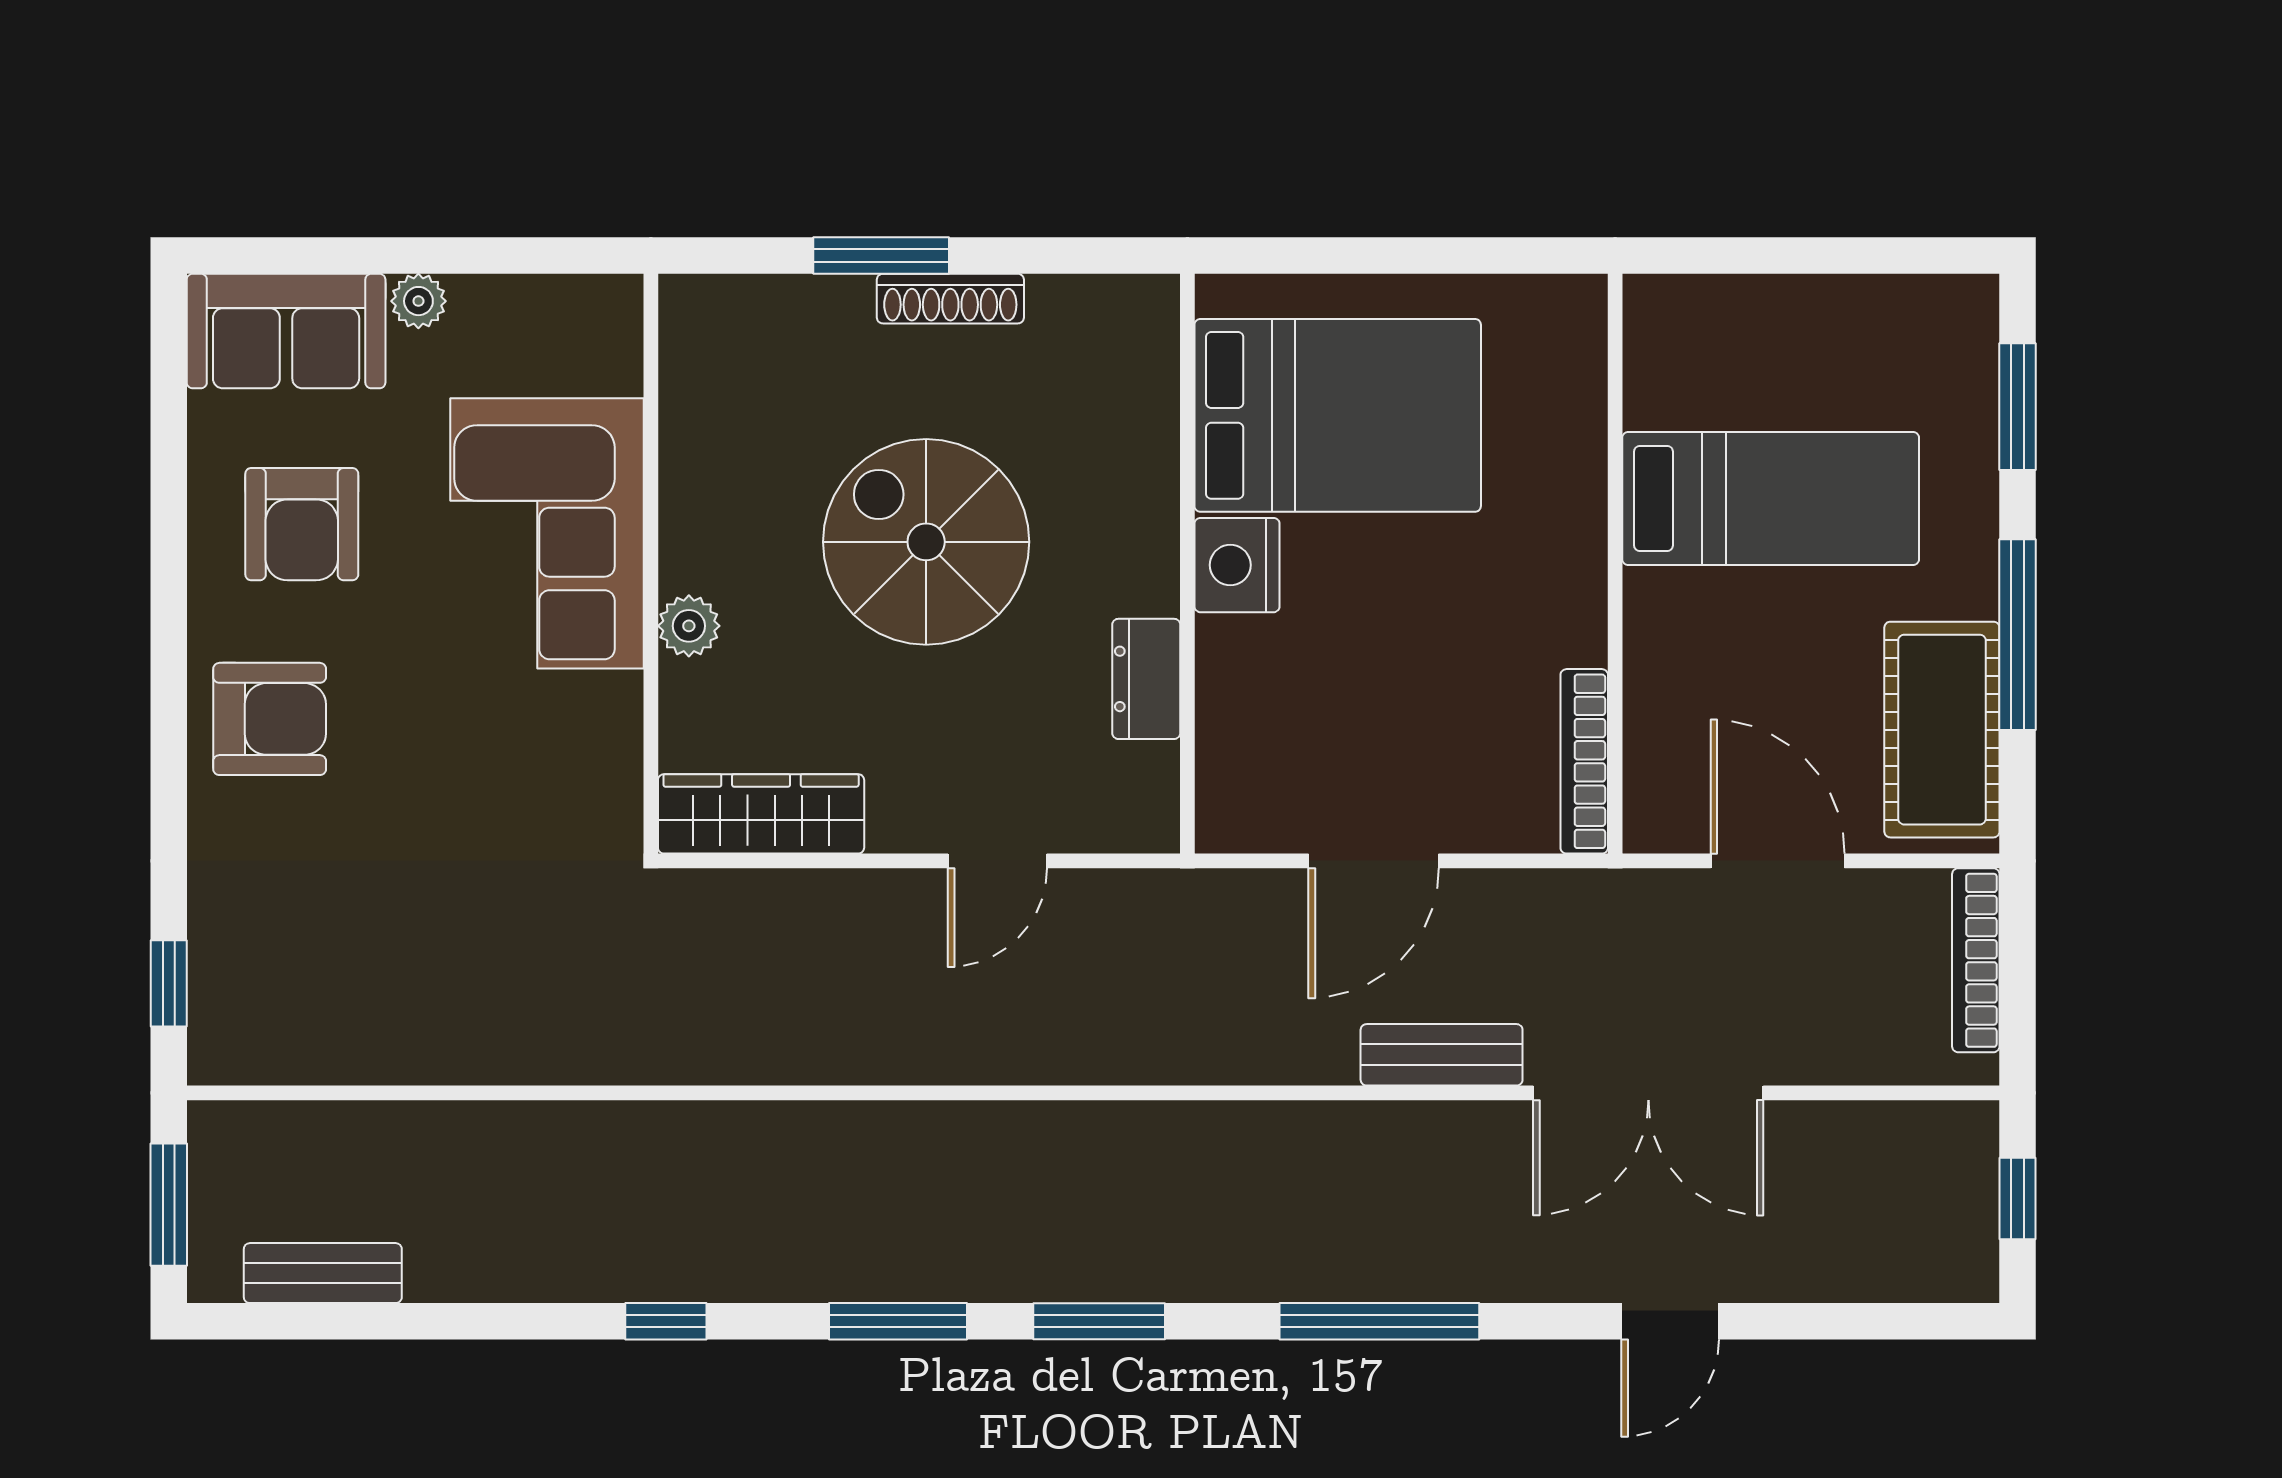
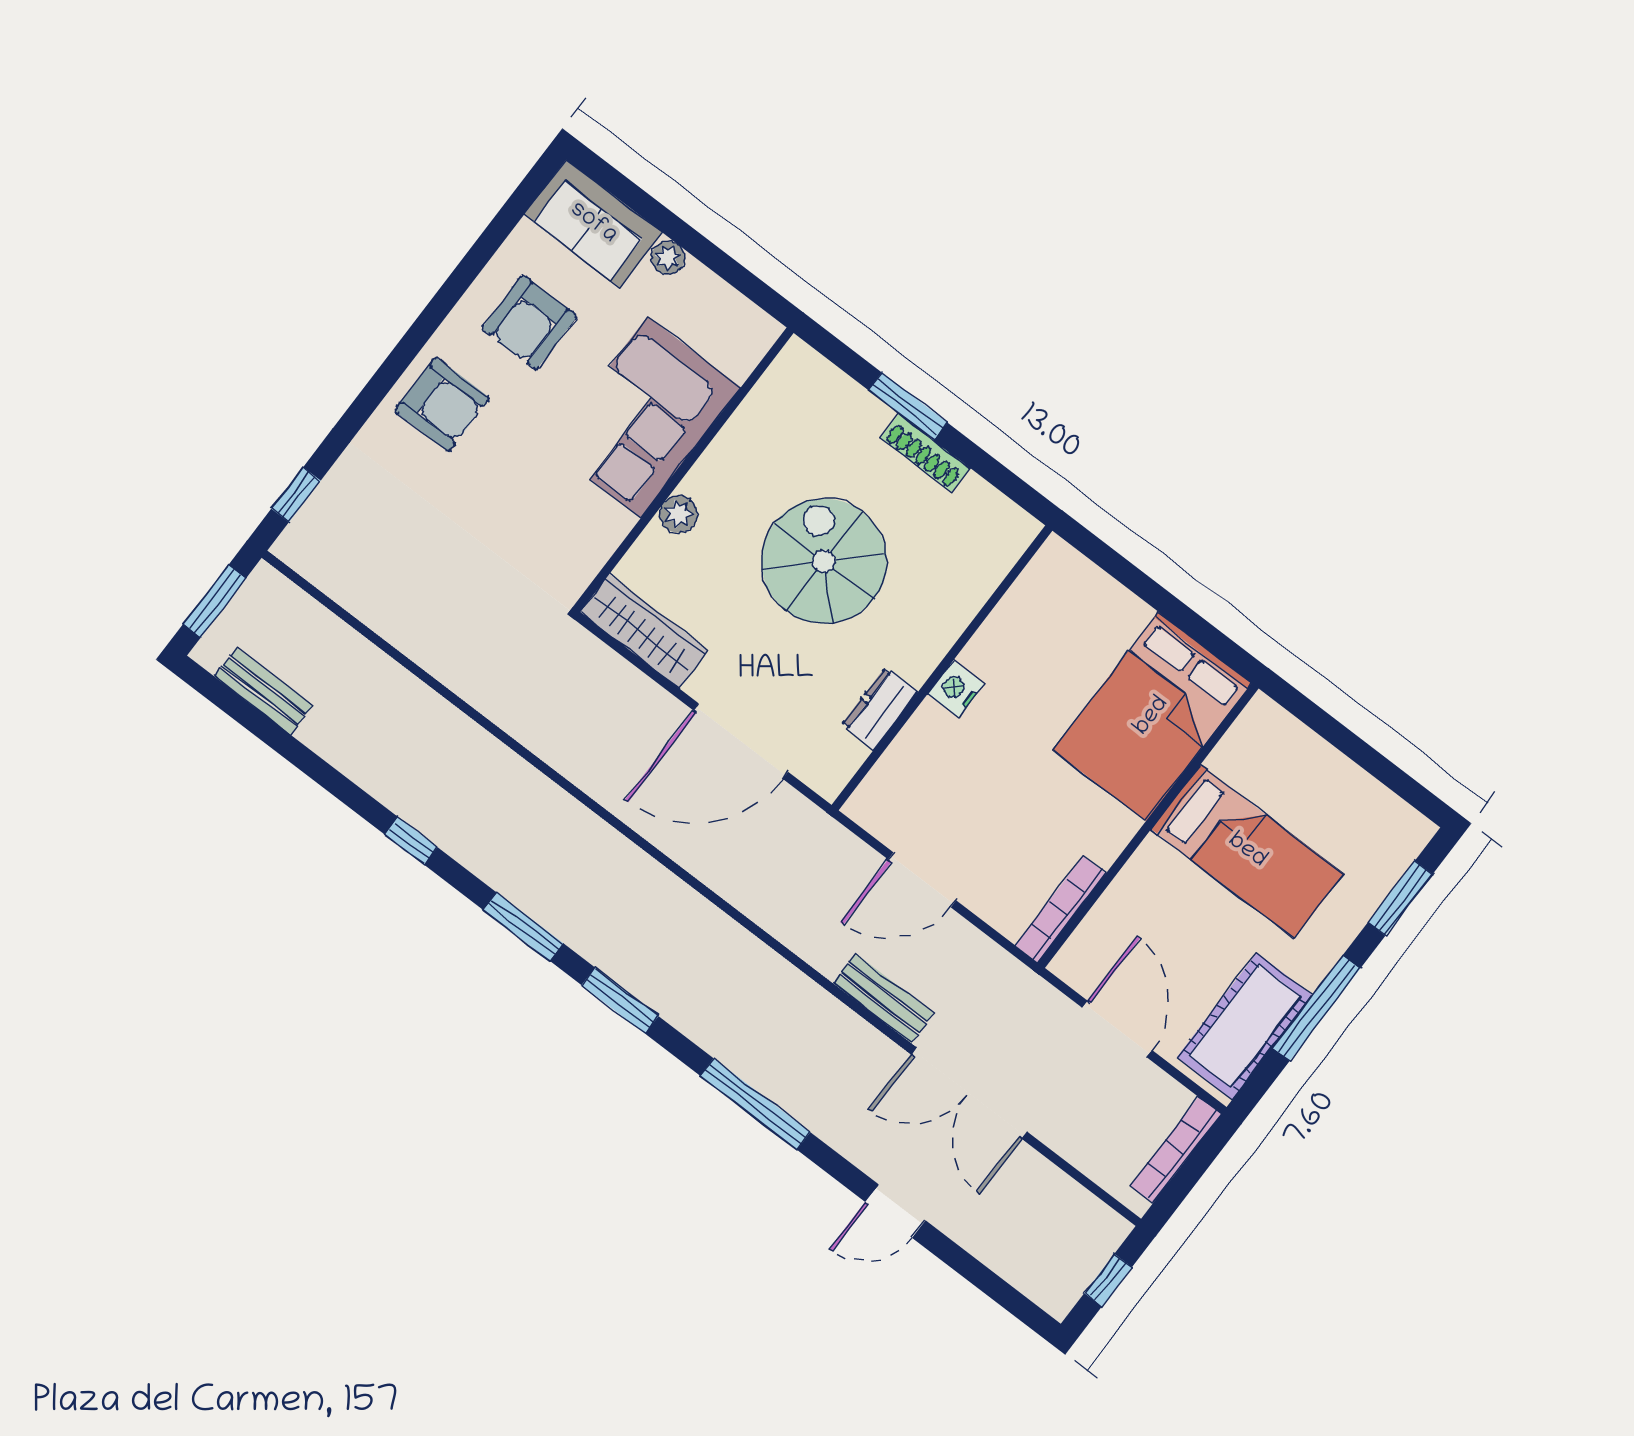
bed: (1338, 415) -> (1152, 716), moved, turned 90
nightstand: (1237, 565) -> (956, 689), width x0.74, depth x0.75
door: (997, 861) -> (741, 741), width x1.87

